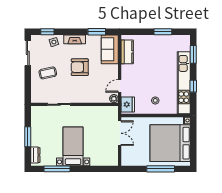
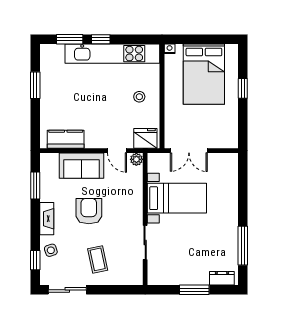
sofa: (110, 49) -> (82, 166), moved
armchair: (80, 67) -> (89, 211), turned 180
window: (193, 86) -> (101, 39), moved
double door: (120, 133) -> (189, 151), swing flipped
bed: (170, 143) -> (204, 74), width x0.73
bed with nightstands: (73, 146) -> (177, 198), moved, turned 180
window: (161, 169) -> (243, 88), width x0.46

